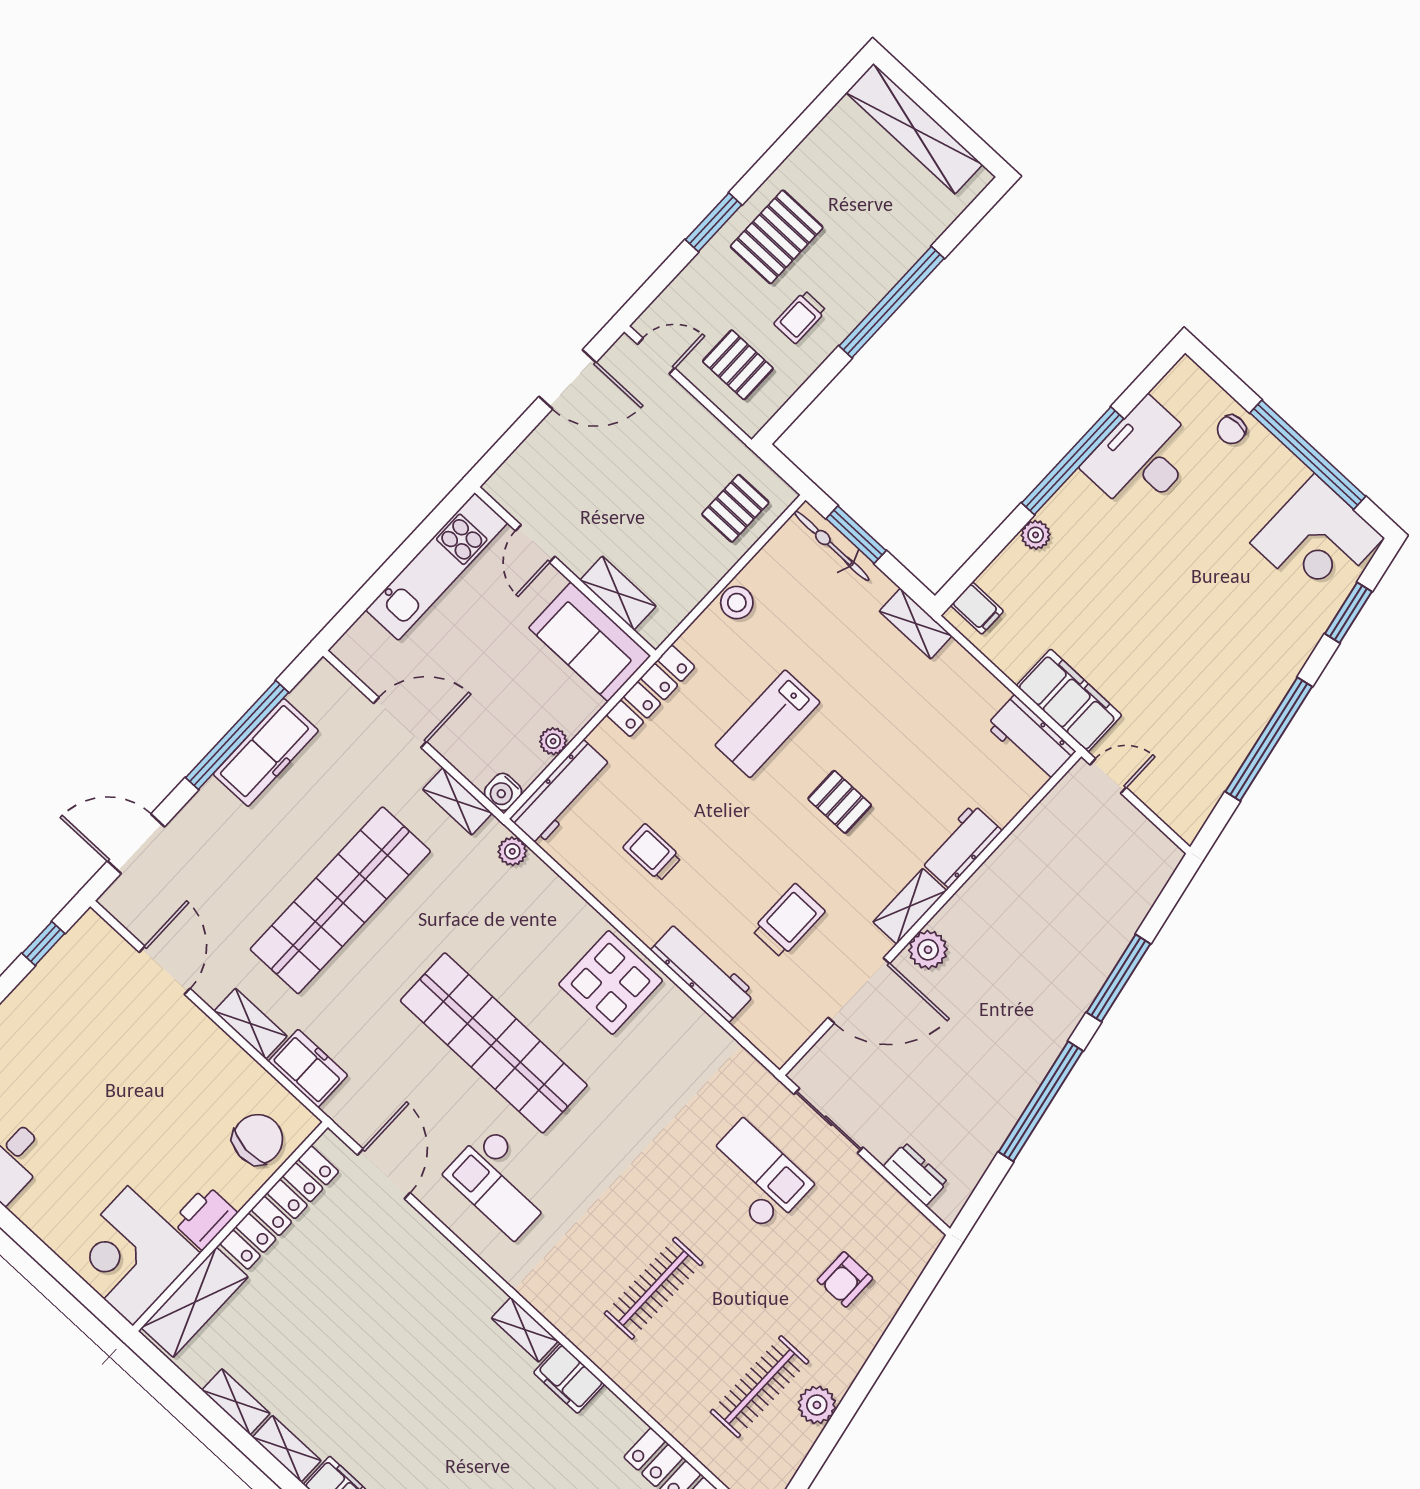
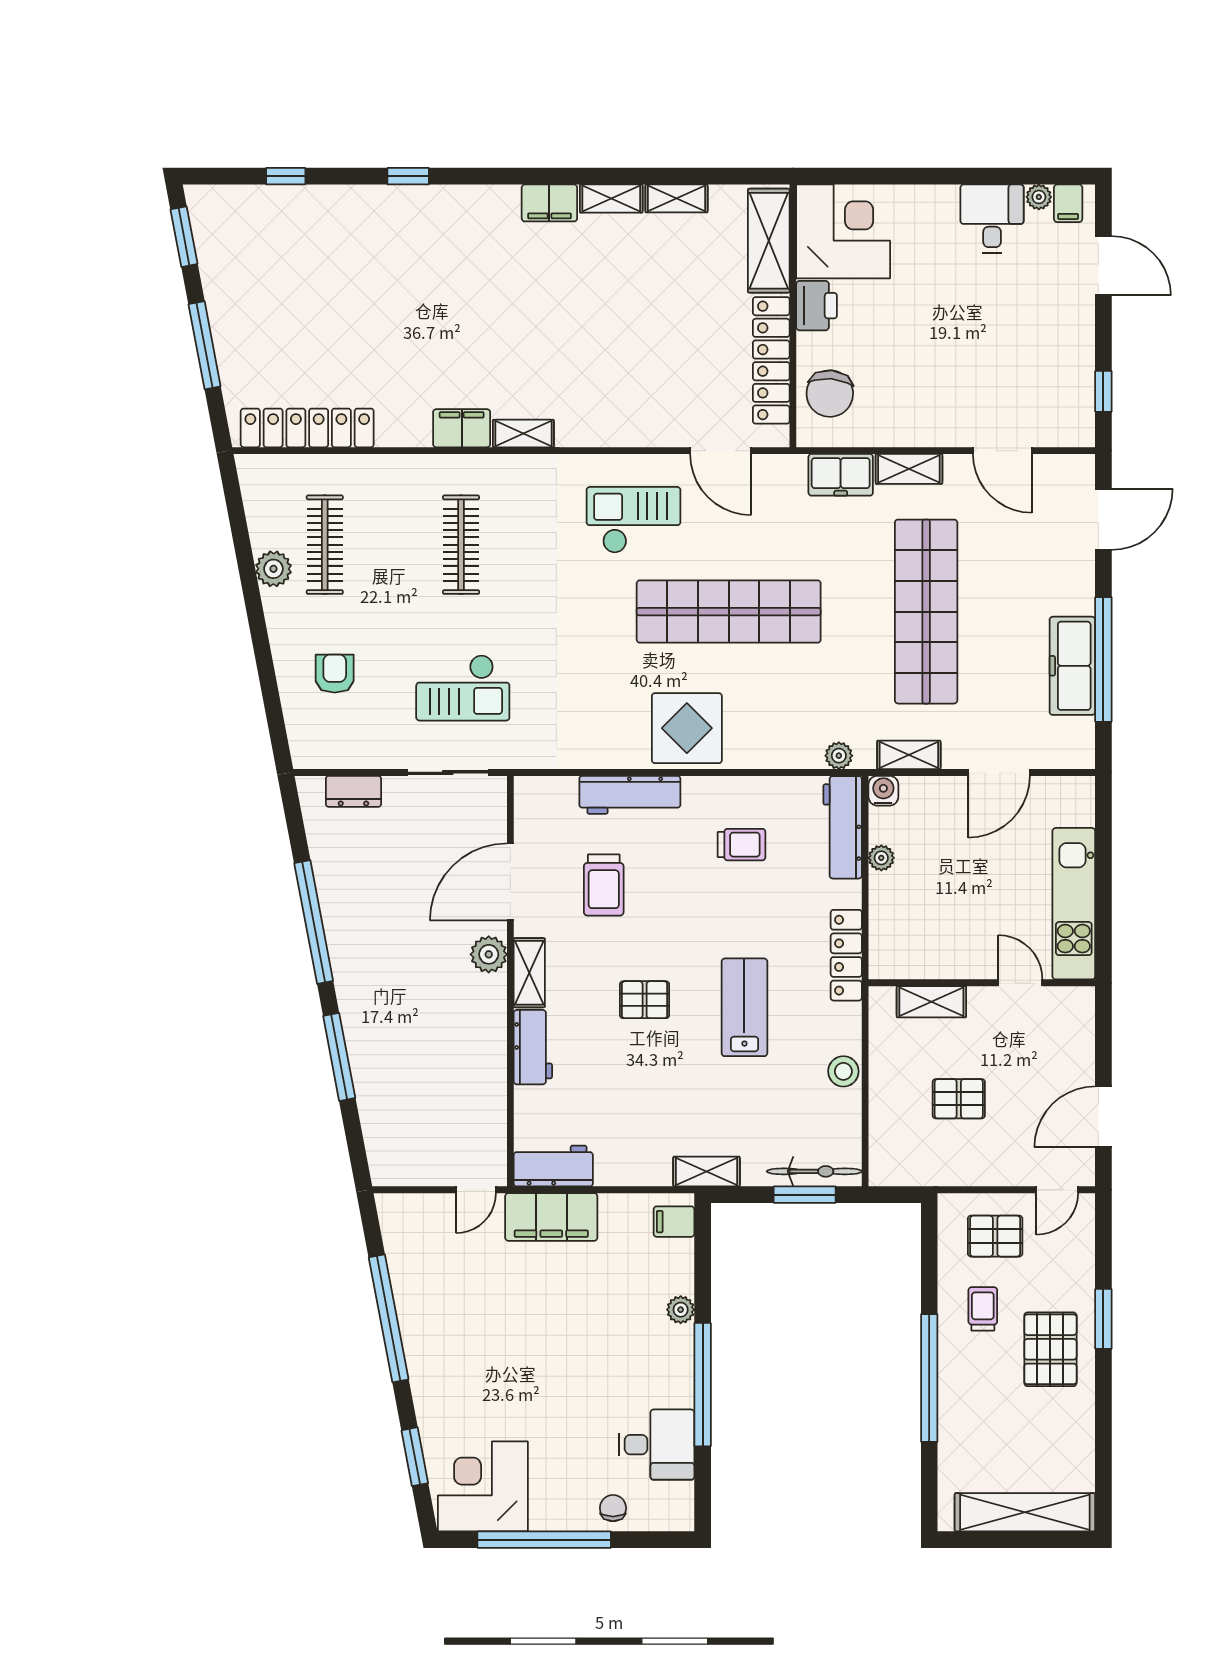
desk: (1142, 458) -> (656, 1445), width x0.73
pallet: (735, 508) -> (959, 1099), moved, turned 90
sofa: (590, 642) -> (920, 950), removed

